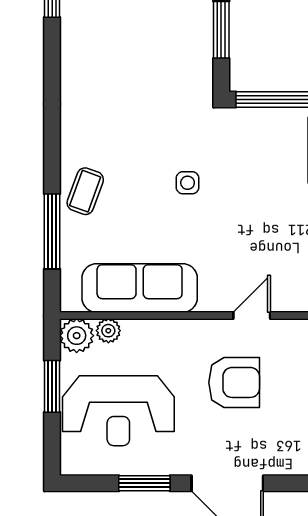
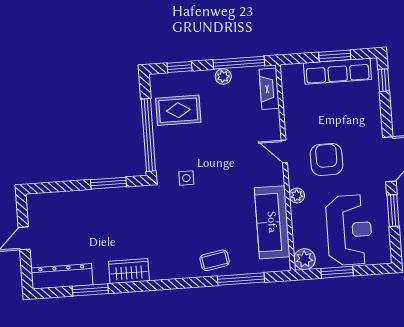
wardrobe: (78, 52) -> (129, 271), added
side table: (188, 183) -> (186, 178), moved
coffee table: (85, 191) -> (215, 260), turned -30
plant: (108, 331) -> (297, 196), moved

